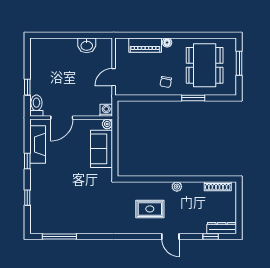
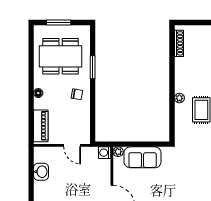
piano: (145, 45) -> (41, 126), moved
plant: (177, 187) -> (179, 98), moved

